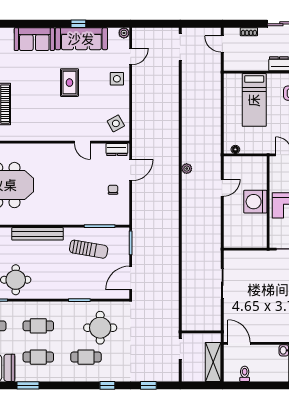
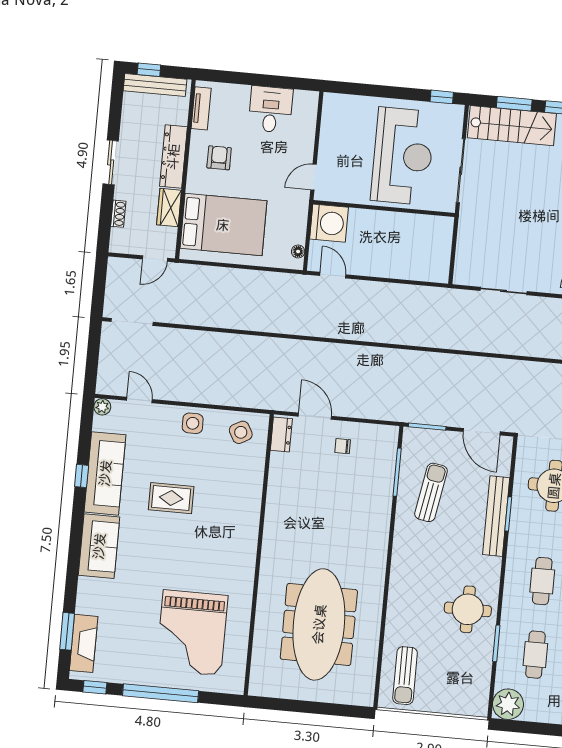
door: (222, 44) -> (155, 259), moved
wardrobe: (256, 64) -> (169, 207), added
side table: (117, 79) -> (193, 423), moved
bed: (254, 100) -> (223, 225), width x1.50
door: (82, 142) -> (265, 487), removed
plant: (187, 169) -> (321, 329), removed
door: (222, 188) -> (333, 275), moved
washing machine: (255, 202) -> (329, 223), moved, turned -90
bench: (38, 234) -> (496, 516), moved

